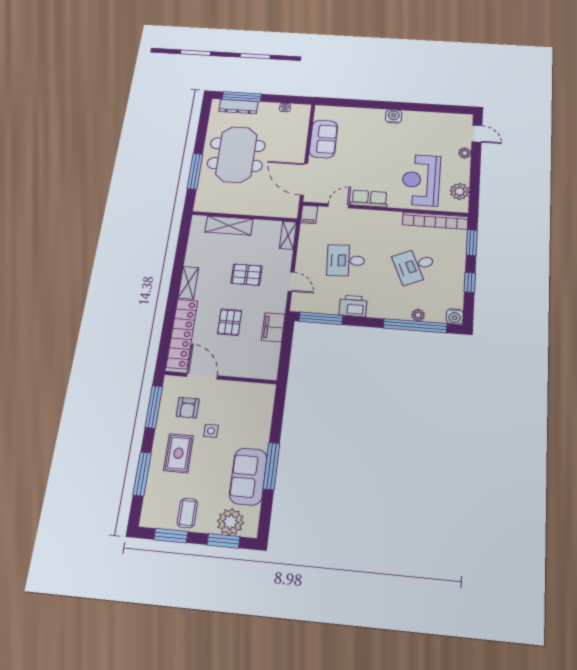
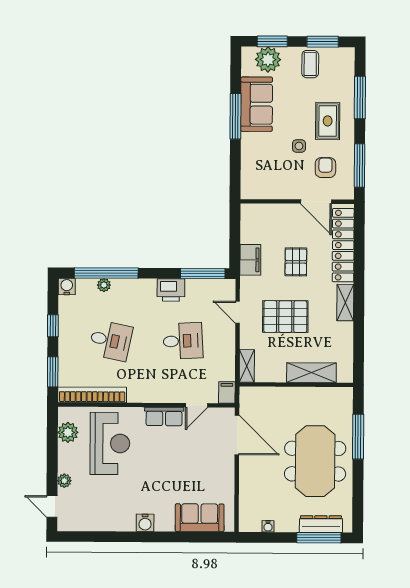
sofa: (324, 139) -> (200, 518), moved, turned 90
desk: (415, 266) -> (111, 341), turned 36
pallet: (247, 275) -> (285, 317), width x1.50, depth x1.42

